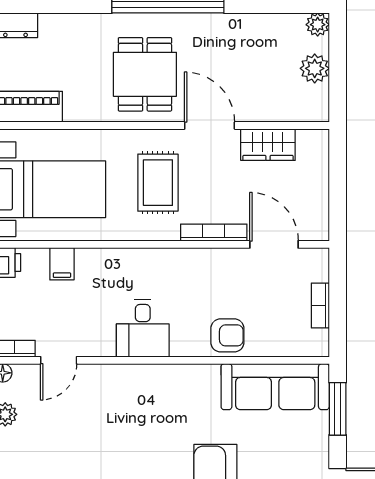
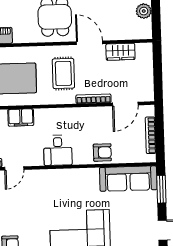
door: (274, 244) -> (125, 104), swing flipped
filing cabinet: (62, 264) -> (21, 117), width x2.00
bookcase: (320, 305) -> (151, 135), width x1.56

